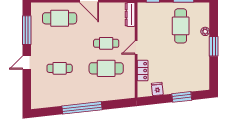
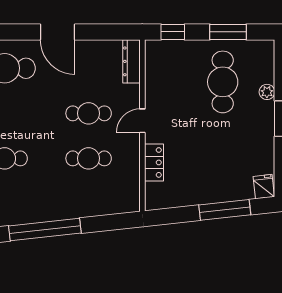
cafe table: (106, 68) -> (89, 158), width x0.73, depth x0.74
fridge: (157, 89) -> (264, 187), moved
window: (182, 97) -> (225, 210), width x1.44

